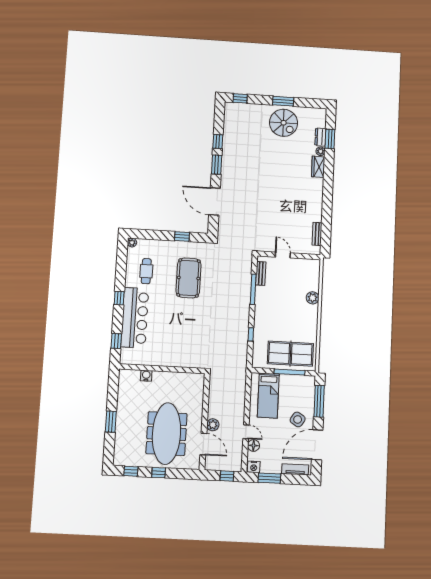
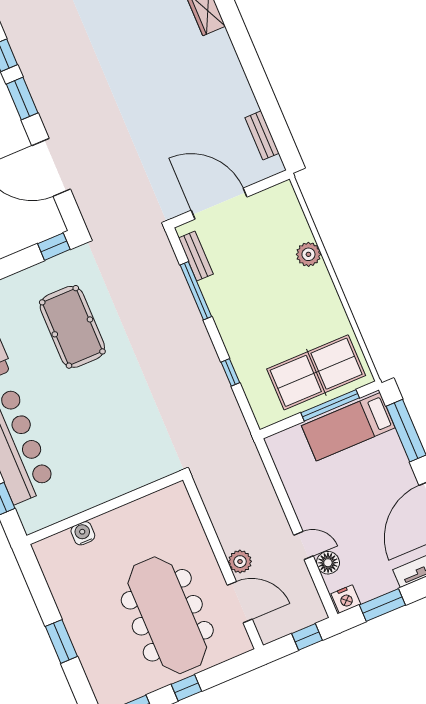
window: (182, 237) -> (54, 247), moved
door: (283, 255) -> (219, 204), width x1.87
bed: (268, 395) -> (348, 427), moved, turned 90
side table: (298, 419) -> (384, 481), removed

